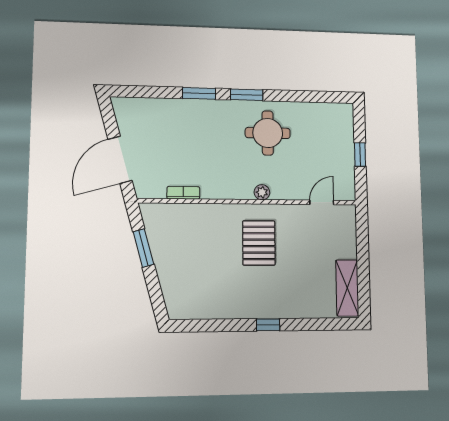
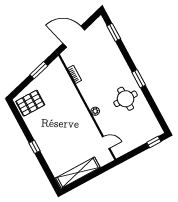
window: (199, 93) -> (114, 32), moved
window: (360, 155) -> (154, 142), moved
pallet: (259, 243) -> (30, 103), moved
shelving: (347, 288) -> (78, 173), width x1.47

